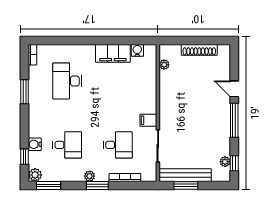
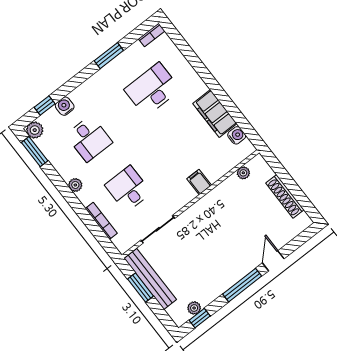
filing cabinet: (148, 120) -> (199, 182), moved
desk: (118, 145) -> (128, 189), turned 180
window: (97, 185) -> (72, 200), removed

